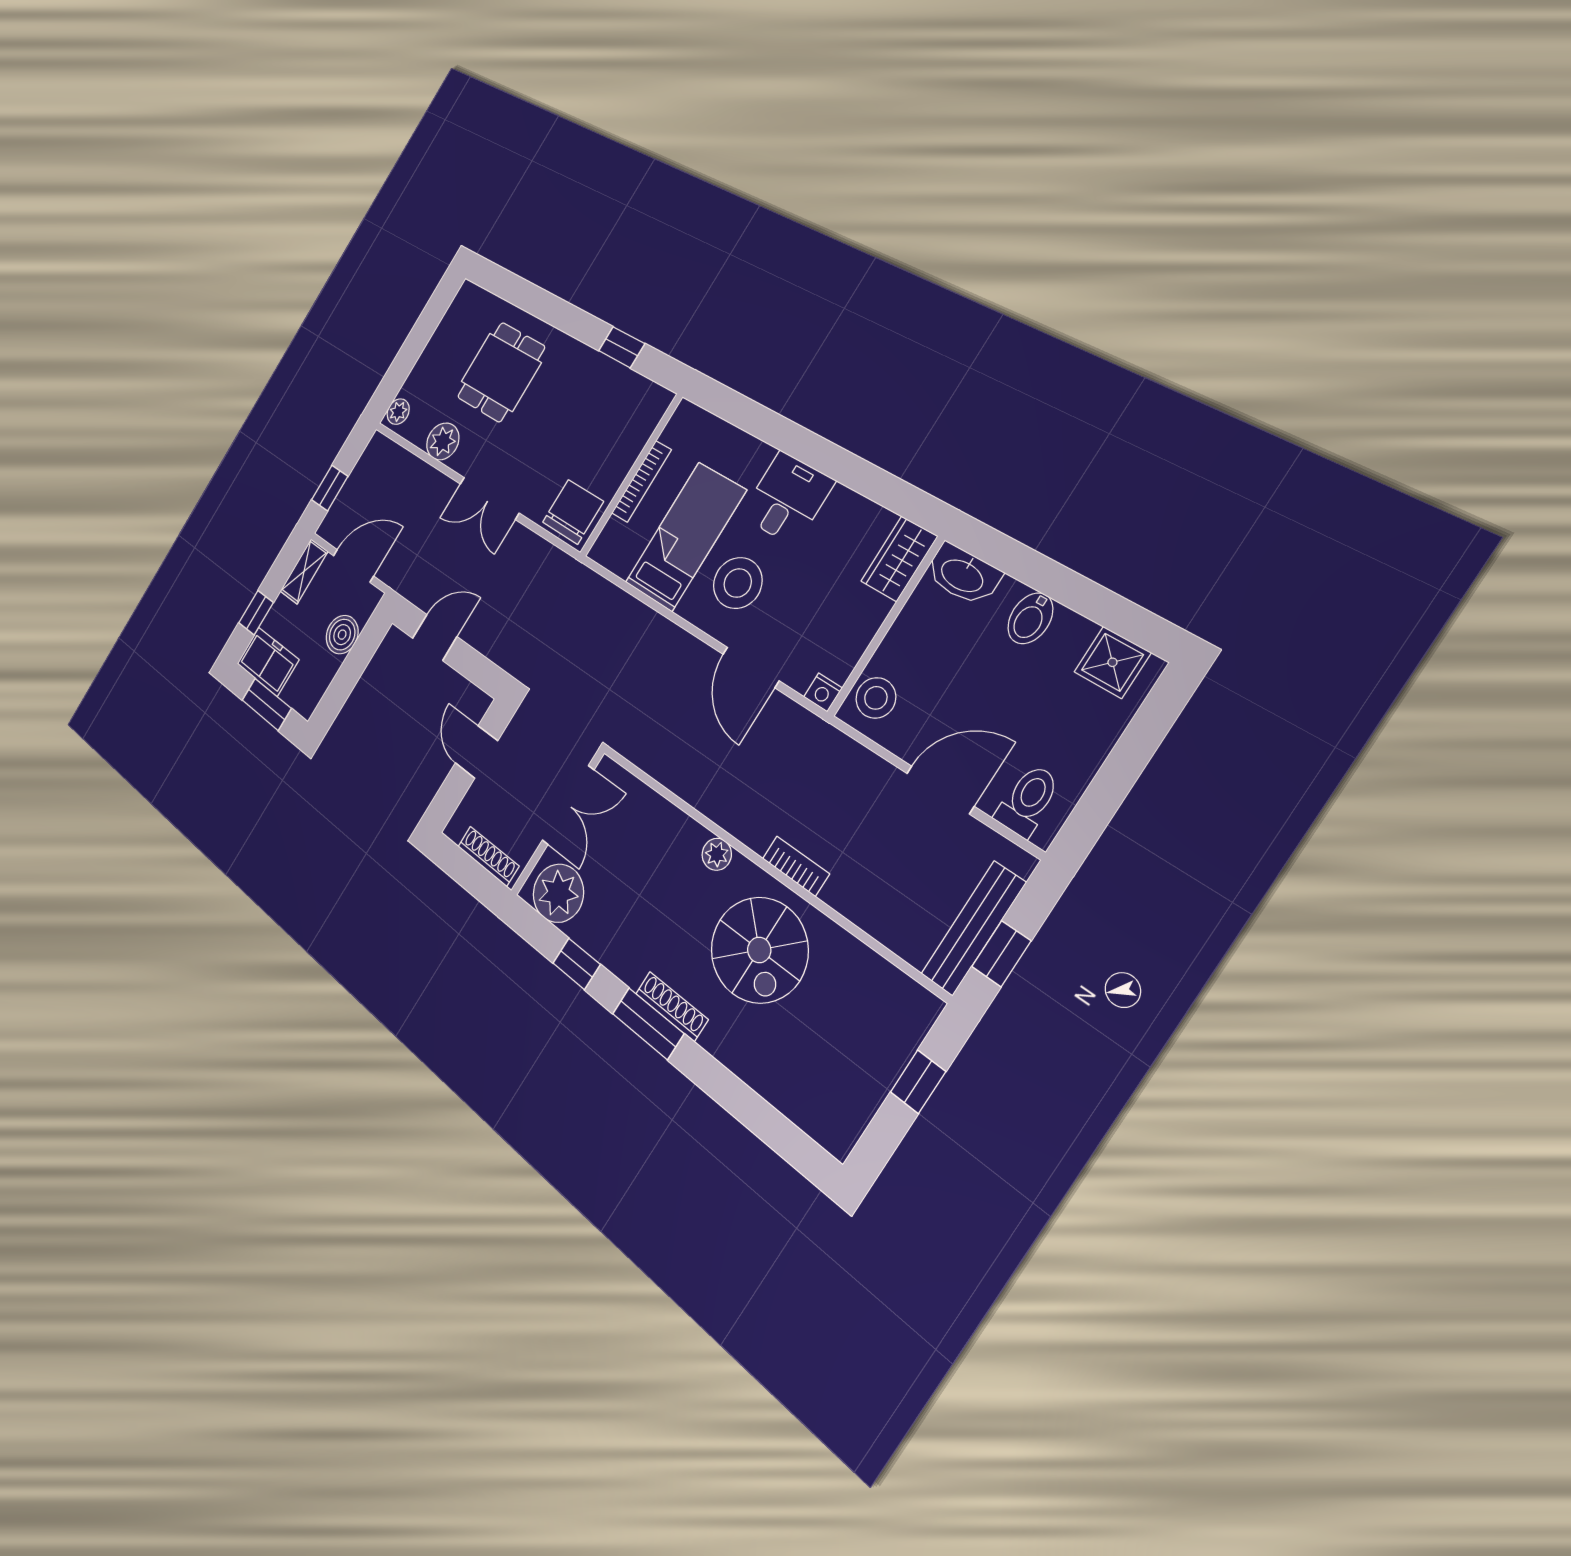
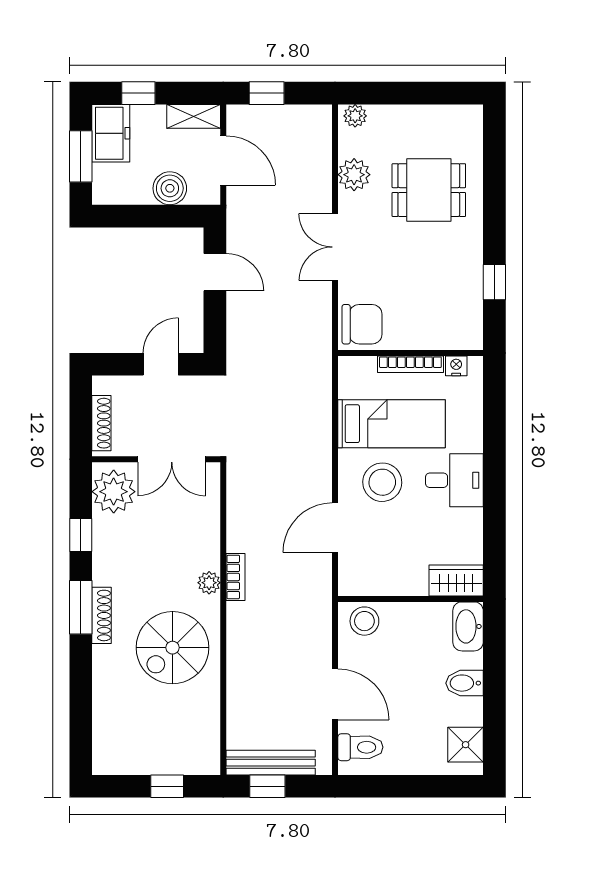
nightstand: (823, 692) -> (456, 366), moved, turned 90
bookcase: (796, 866) -> (235, 577), moved

